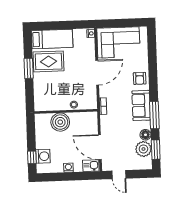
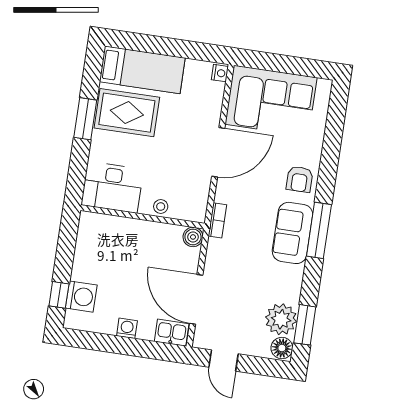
desk: (48, 100) -> (112, 187), added
window: (154, 115) -> (319, 230), moved
boiler: (60, 122) -> (193, 237), moved, width x0.54, depth x0.54
floor lamp: (145, 135) -> (282, 348), moved

